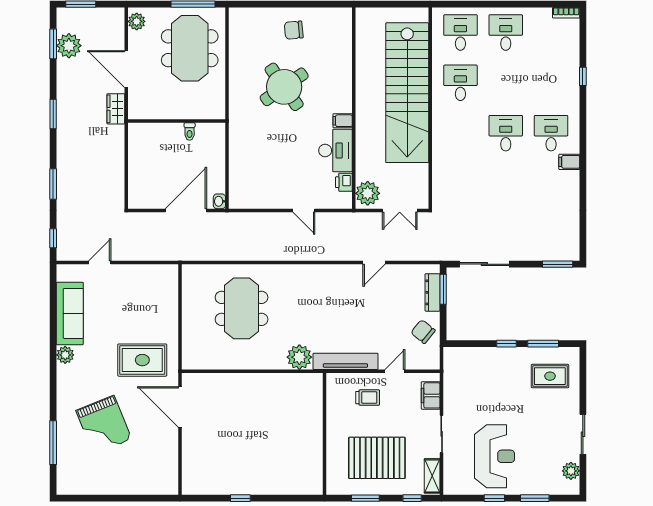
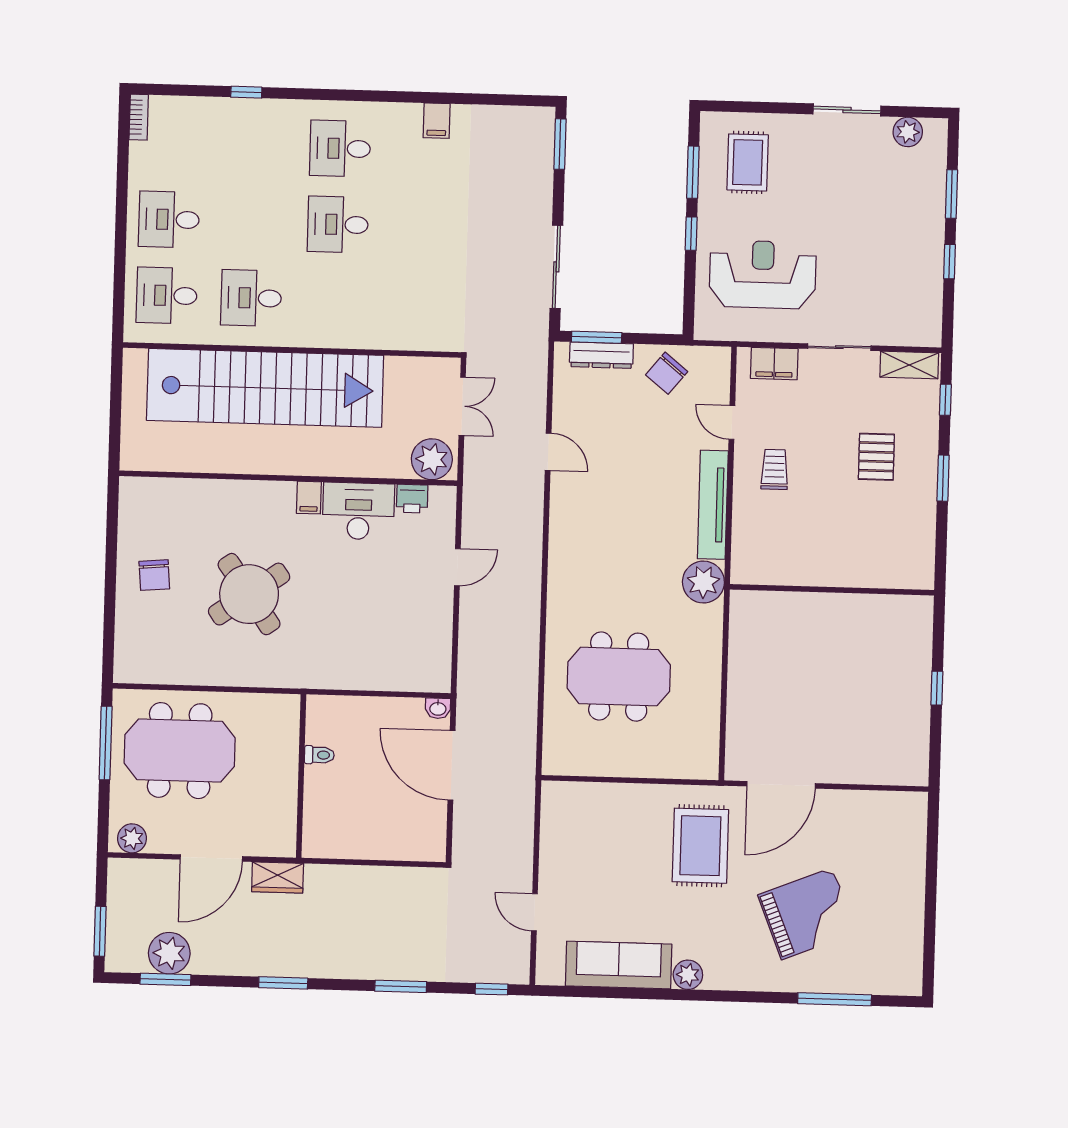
filing cabinet: (569, 162) -> (437, 121), moved
wall: (325, 434) -> (832, 590), moved
reception desk: (495, 456) -> (763, 275), moved
pallet: (377, 458) -> (876, 457), width x0.49, depth x0.50

